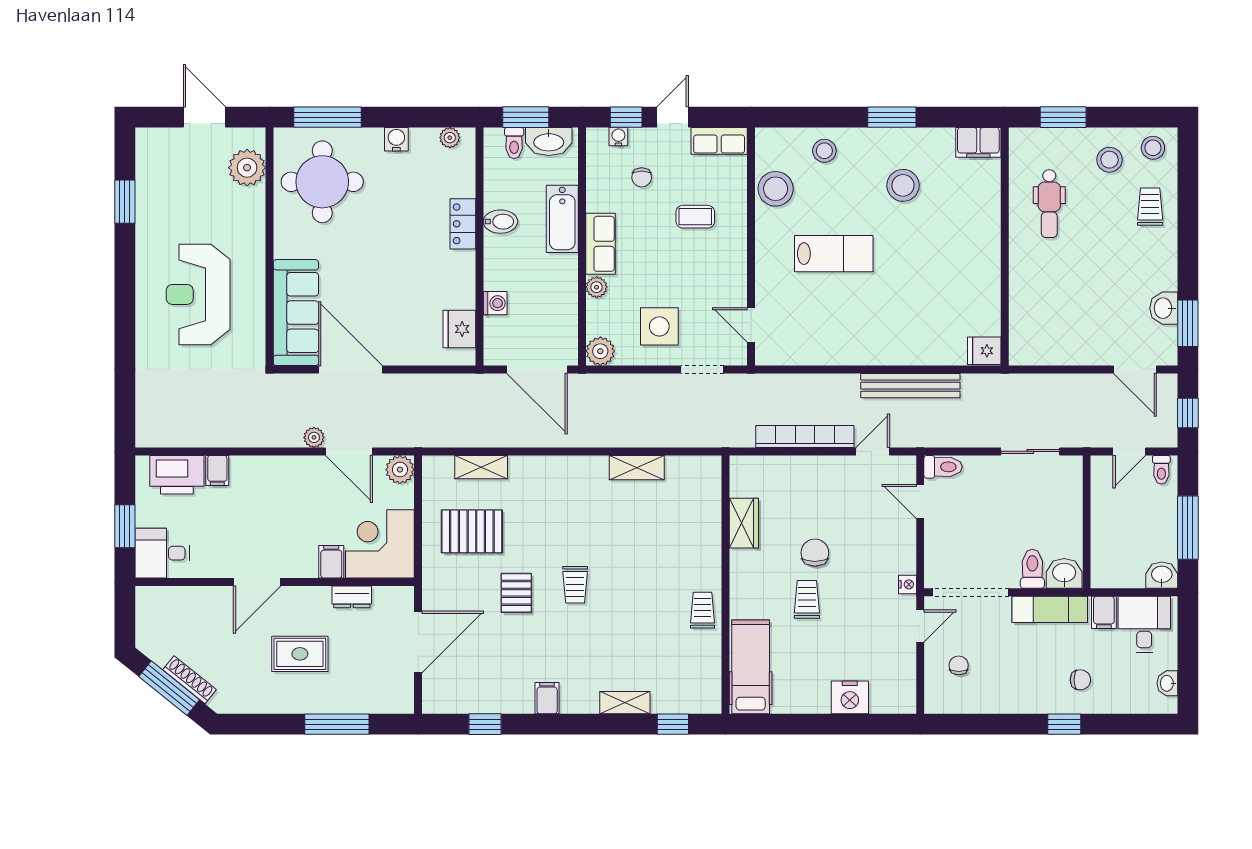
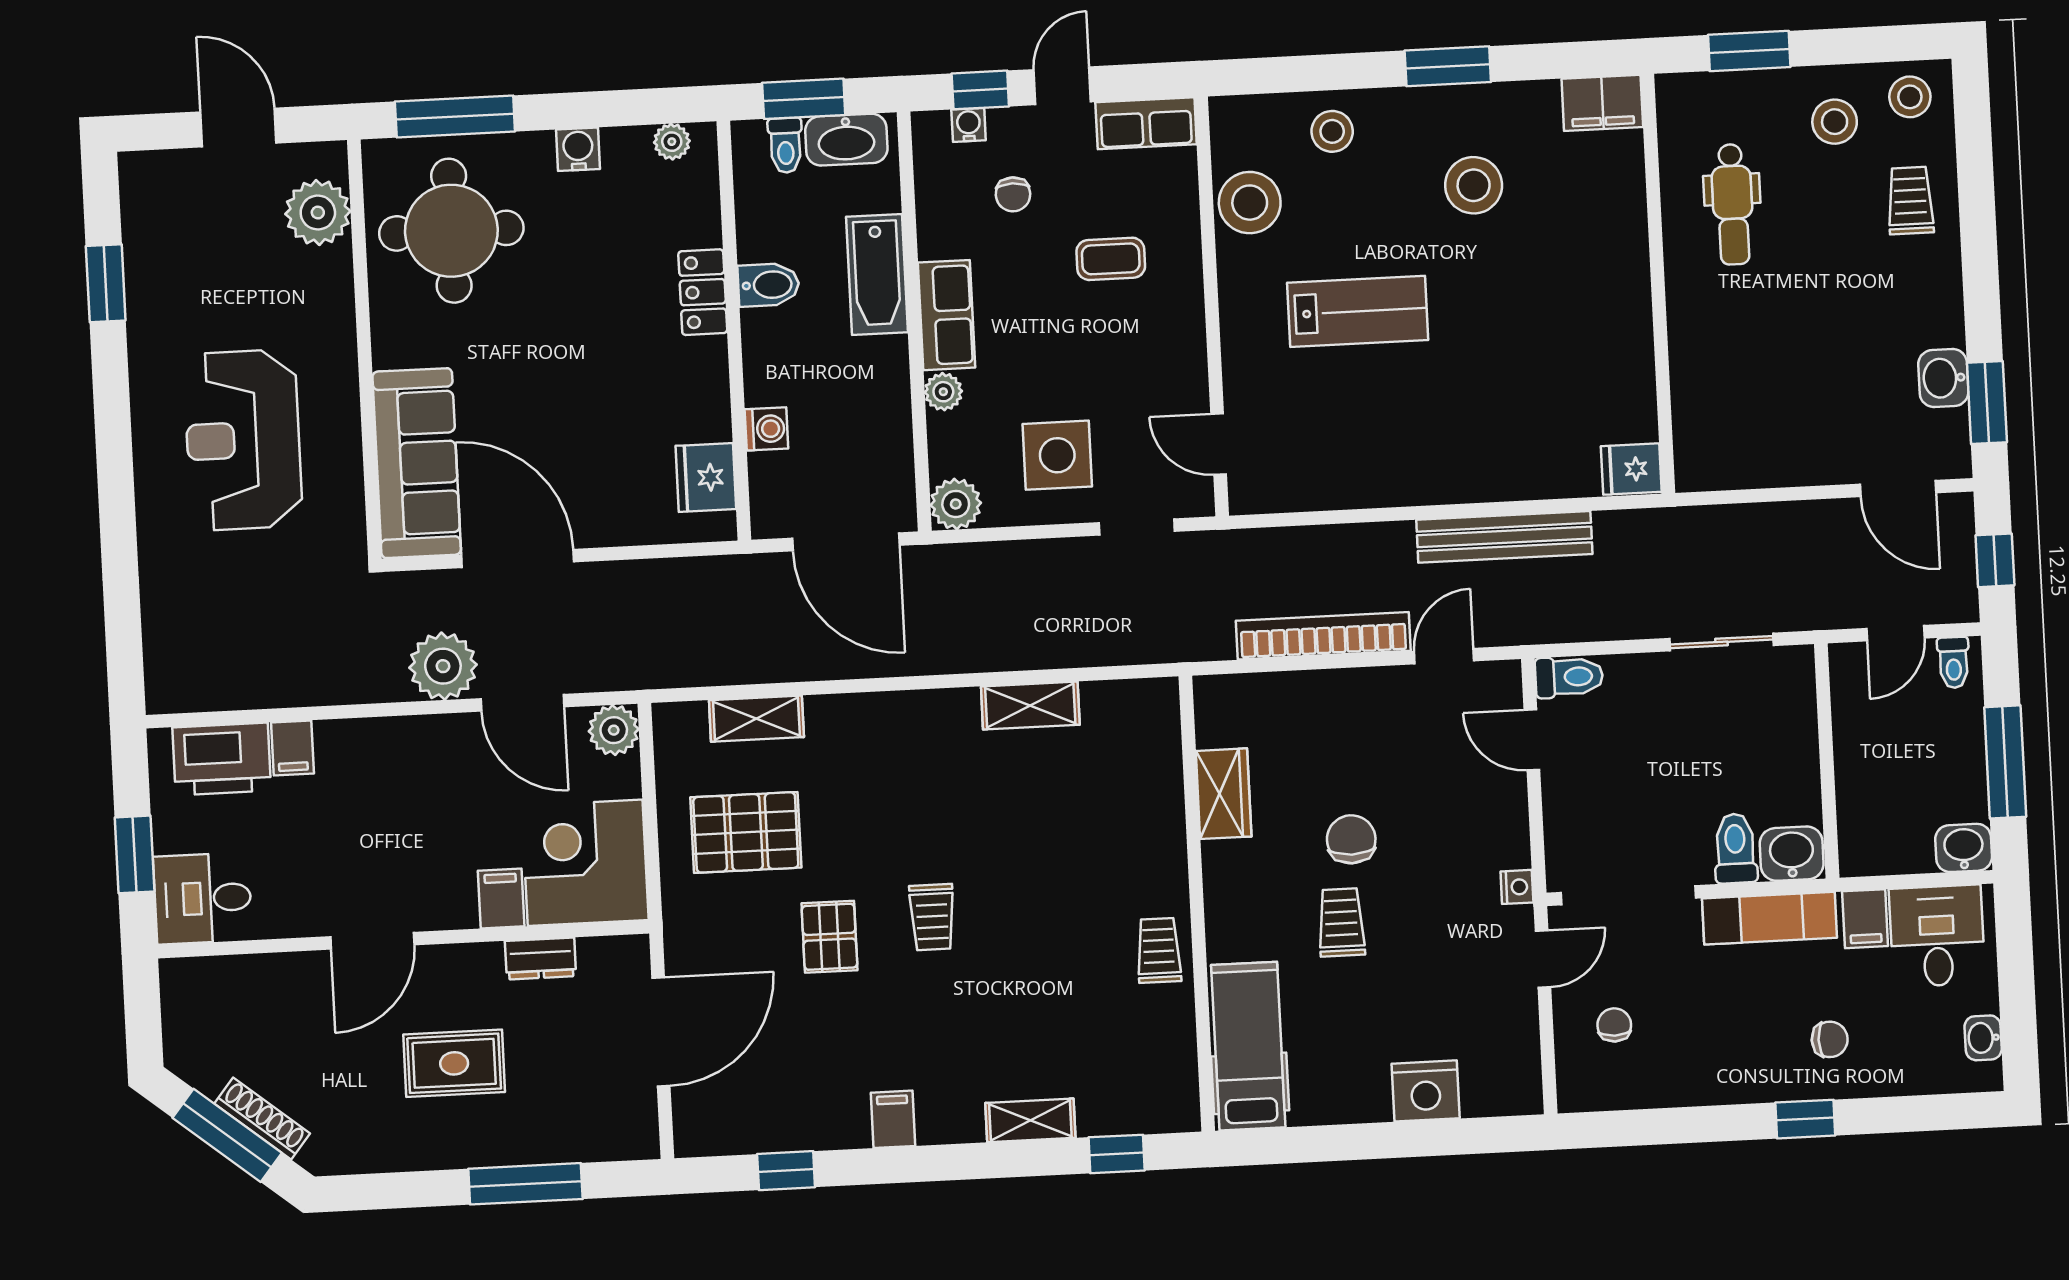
plant: (314, 437) -> (443, 666), width x1.88, depth x1.88

